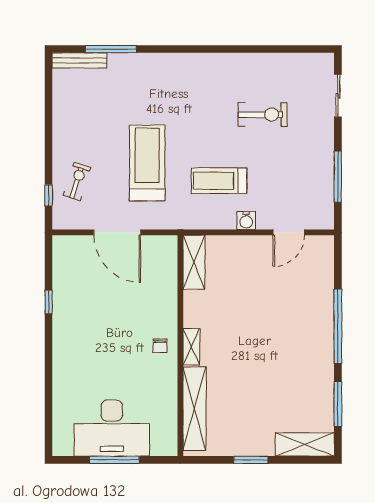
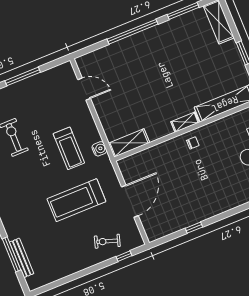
bench: (80, 60) -> (22, 258), moved
window: (338, 177) -> (23, 76), moved
water cooler: (246, 220) -> (99, 149), moved

